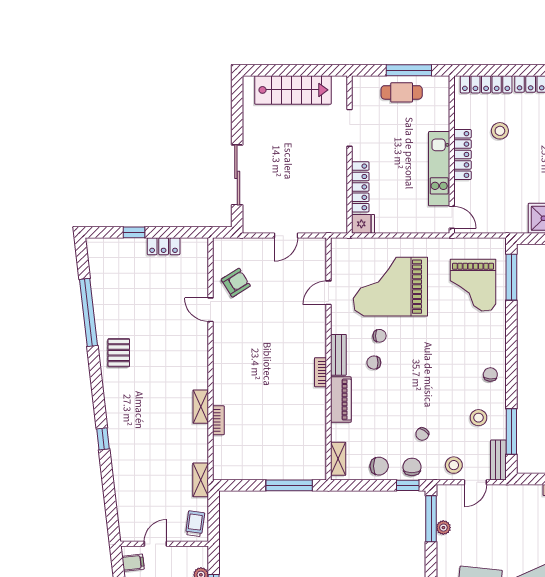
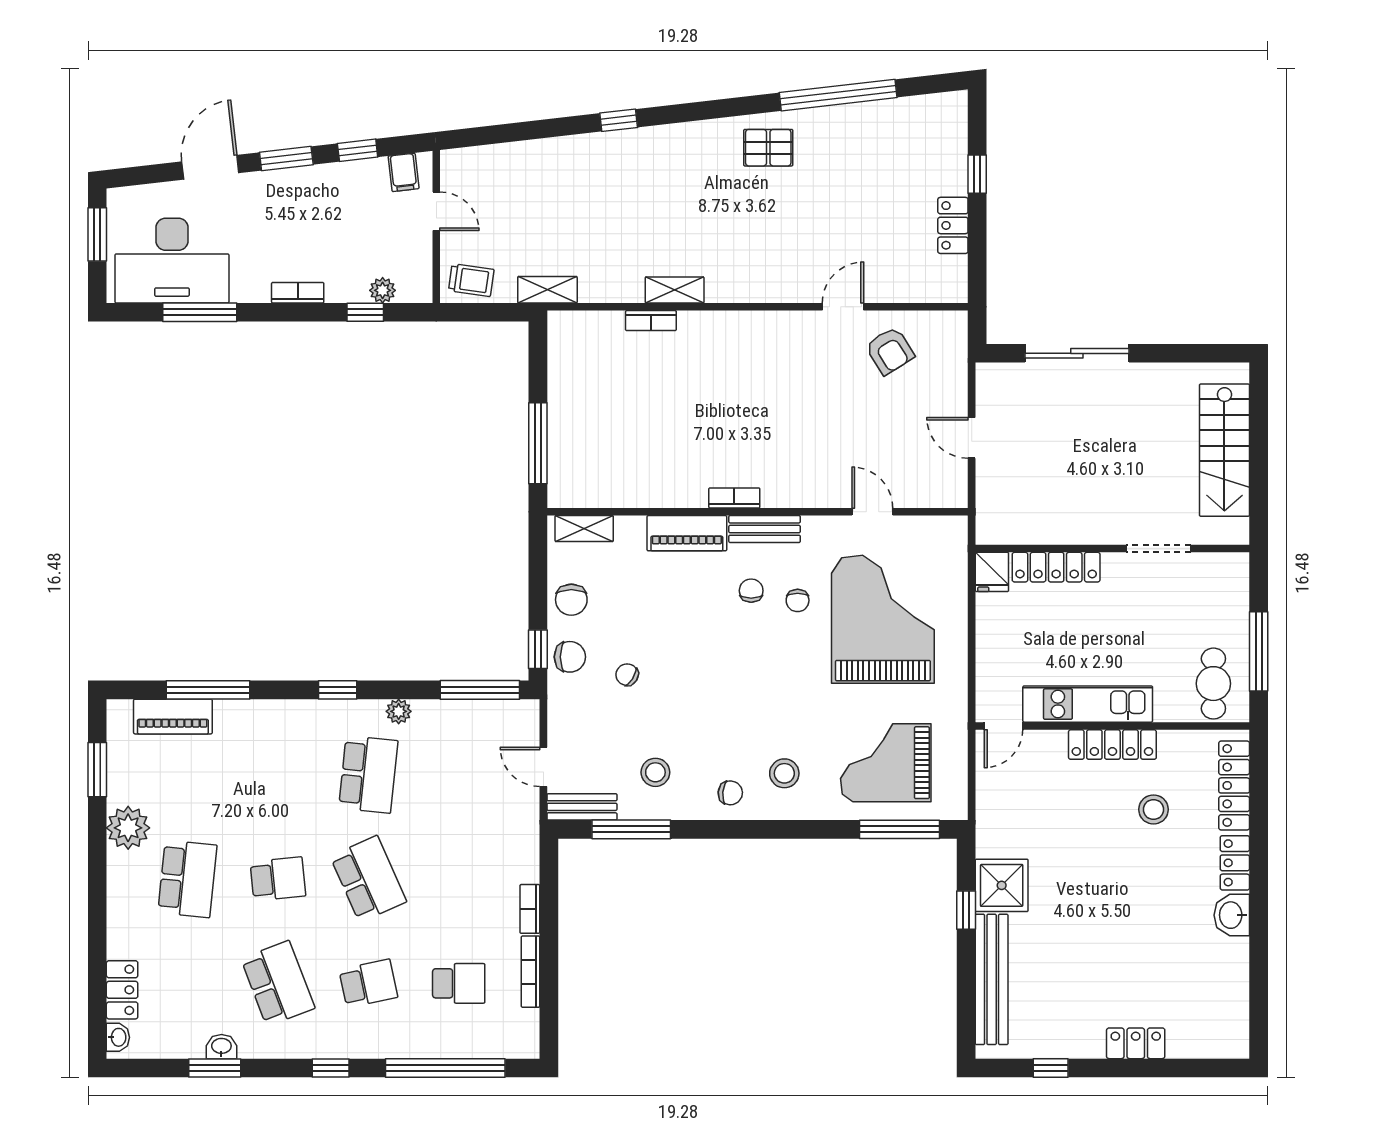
cafe table: (402, 92) -> (1213, 684), moved
stool: (454, 465) -> (784, 773), moved
plant: (443, 528) -> (399, 711), moved

